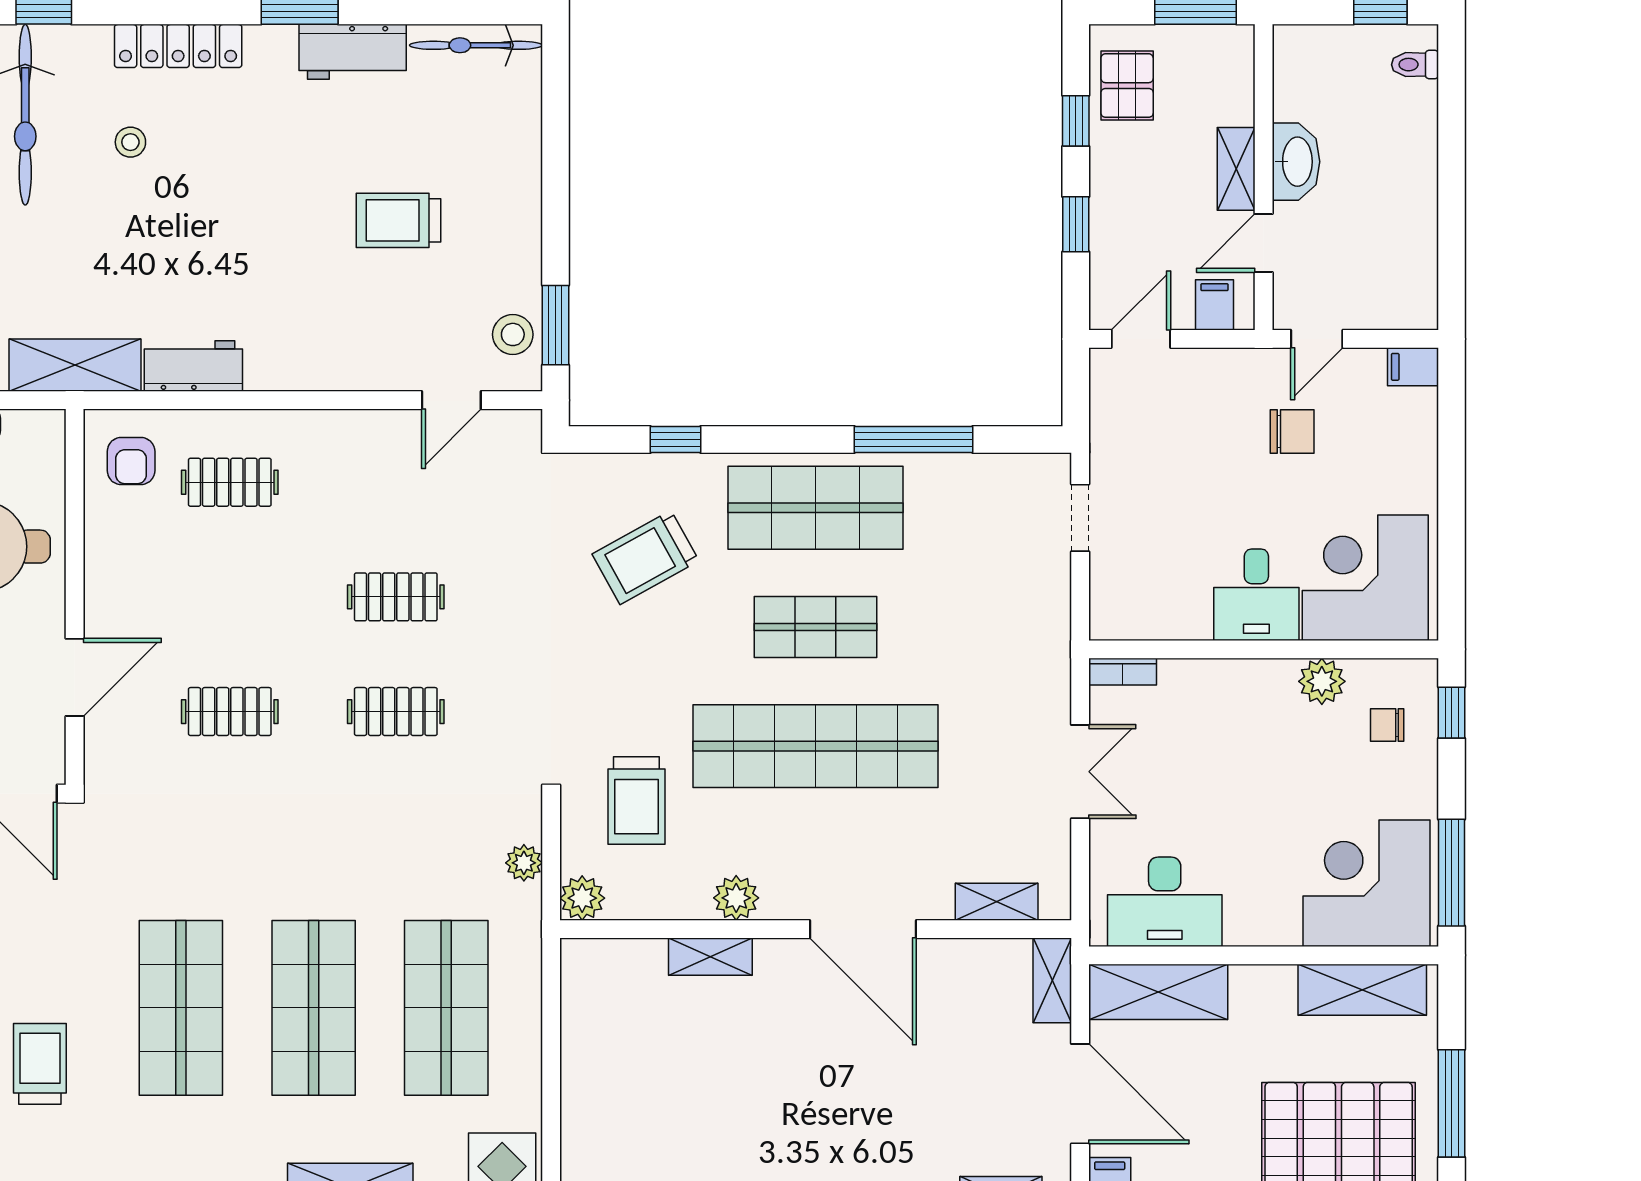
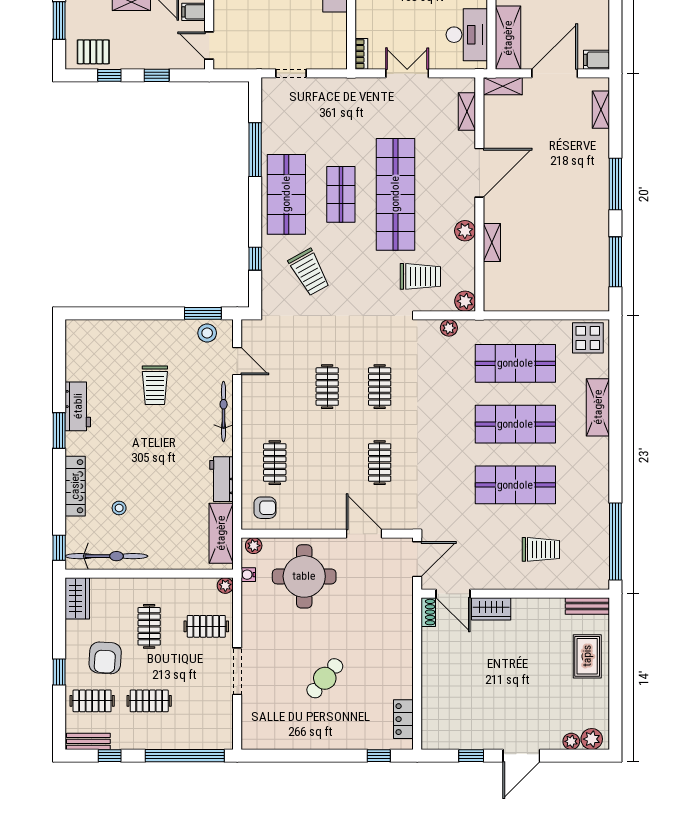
bicycle: (476, 45) -> (224, 412), moved, turned 180
plant: (48, 436) -> (254, 546), added
trolley: (40, 1064) -> (541, 549), turned 180

